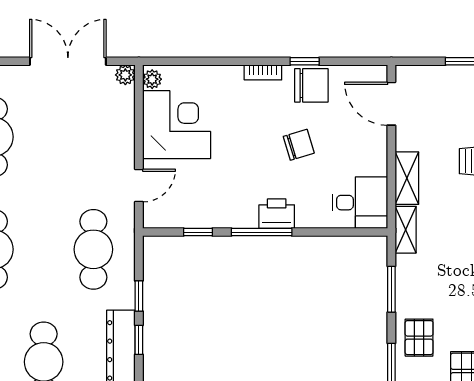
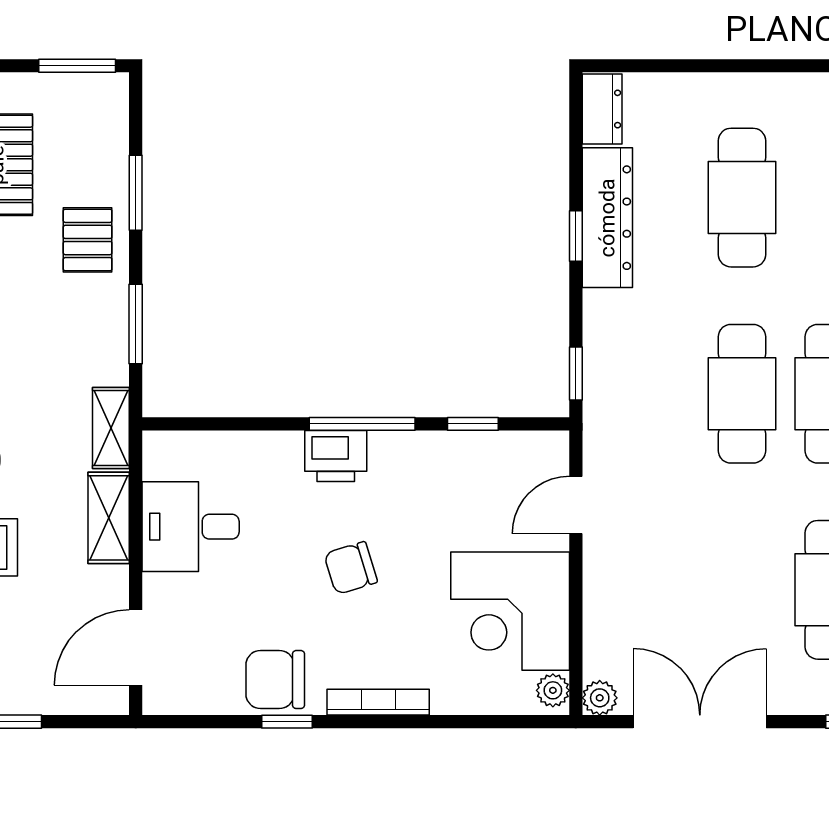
double door: (68, 61) -> (700, 722), swing flipped
bookcase: (263, 72) -> (378, 702), width x1.56
door: (391, 104) -> (136, 648), swing flipped
chair: (299, 145) -> (351, 568), moved
desk: (360, 203) -> (191, 527), moved
cafe table: (93, 249) -> (742, 394), moved
window: (139, 296) -> (576, 374), moved

